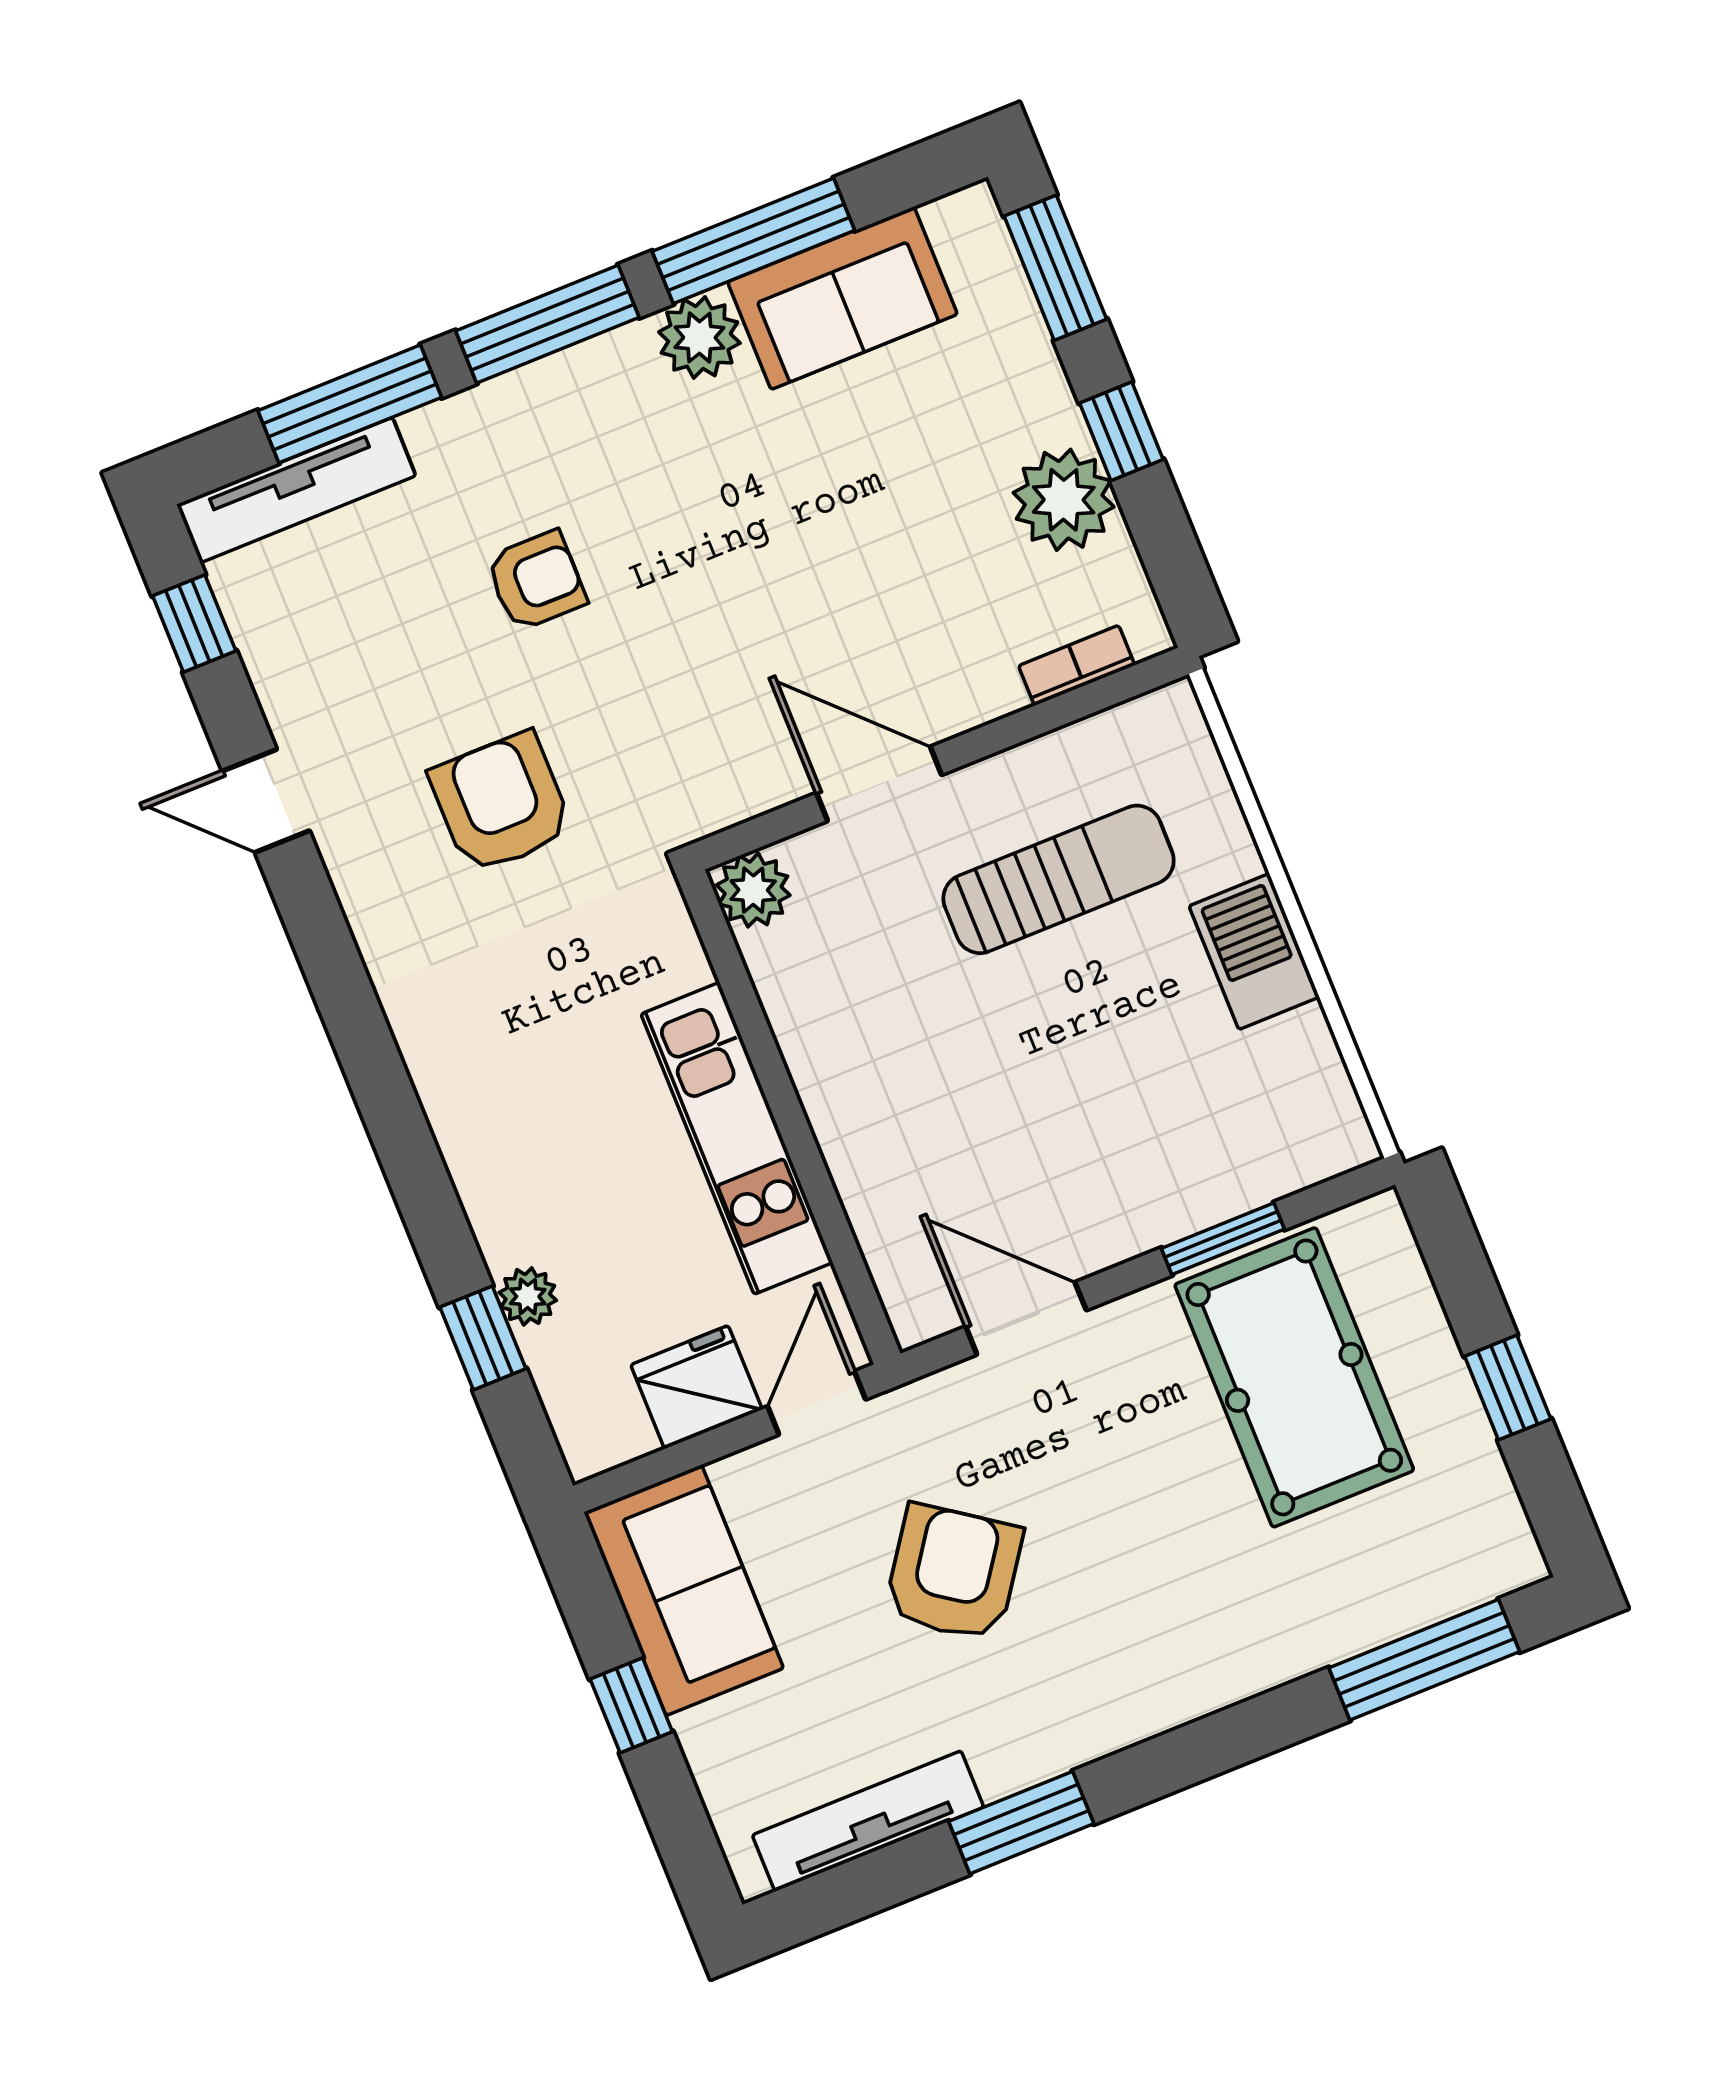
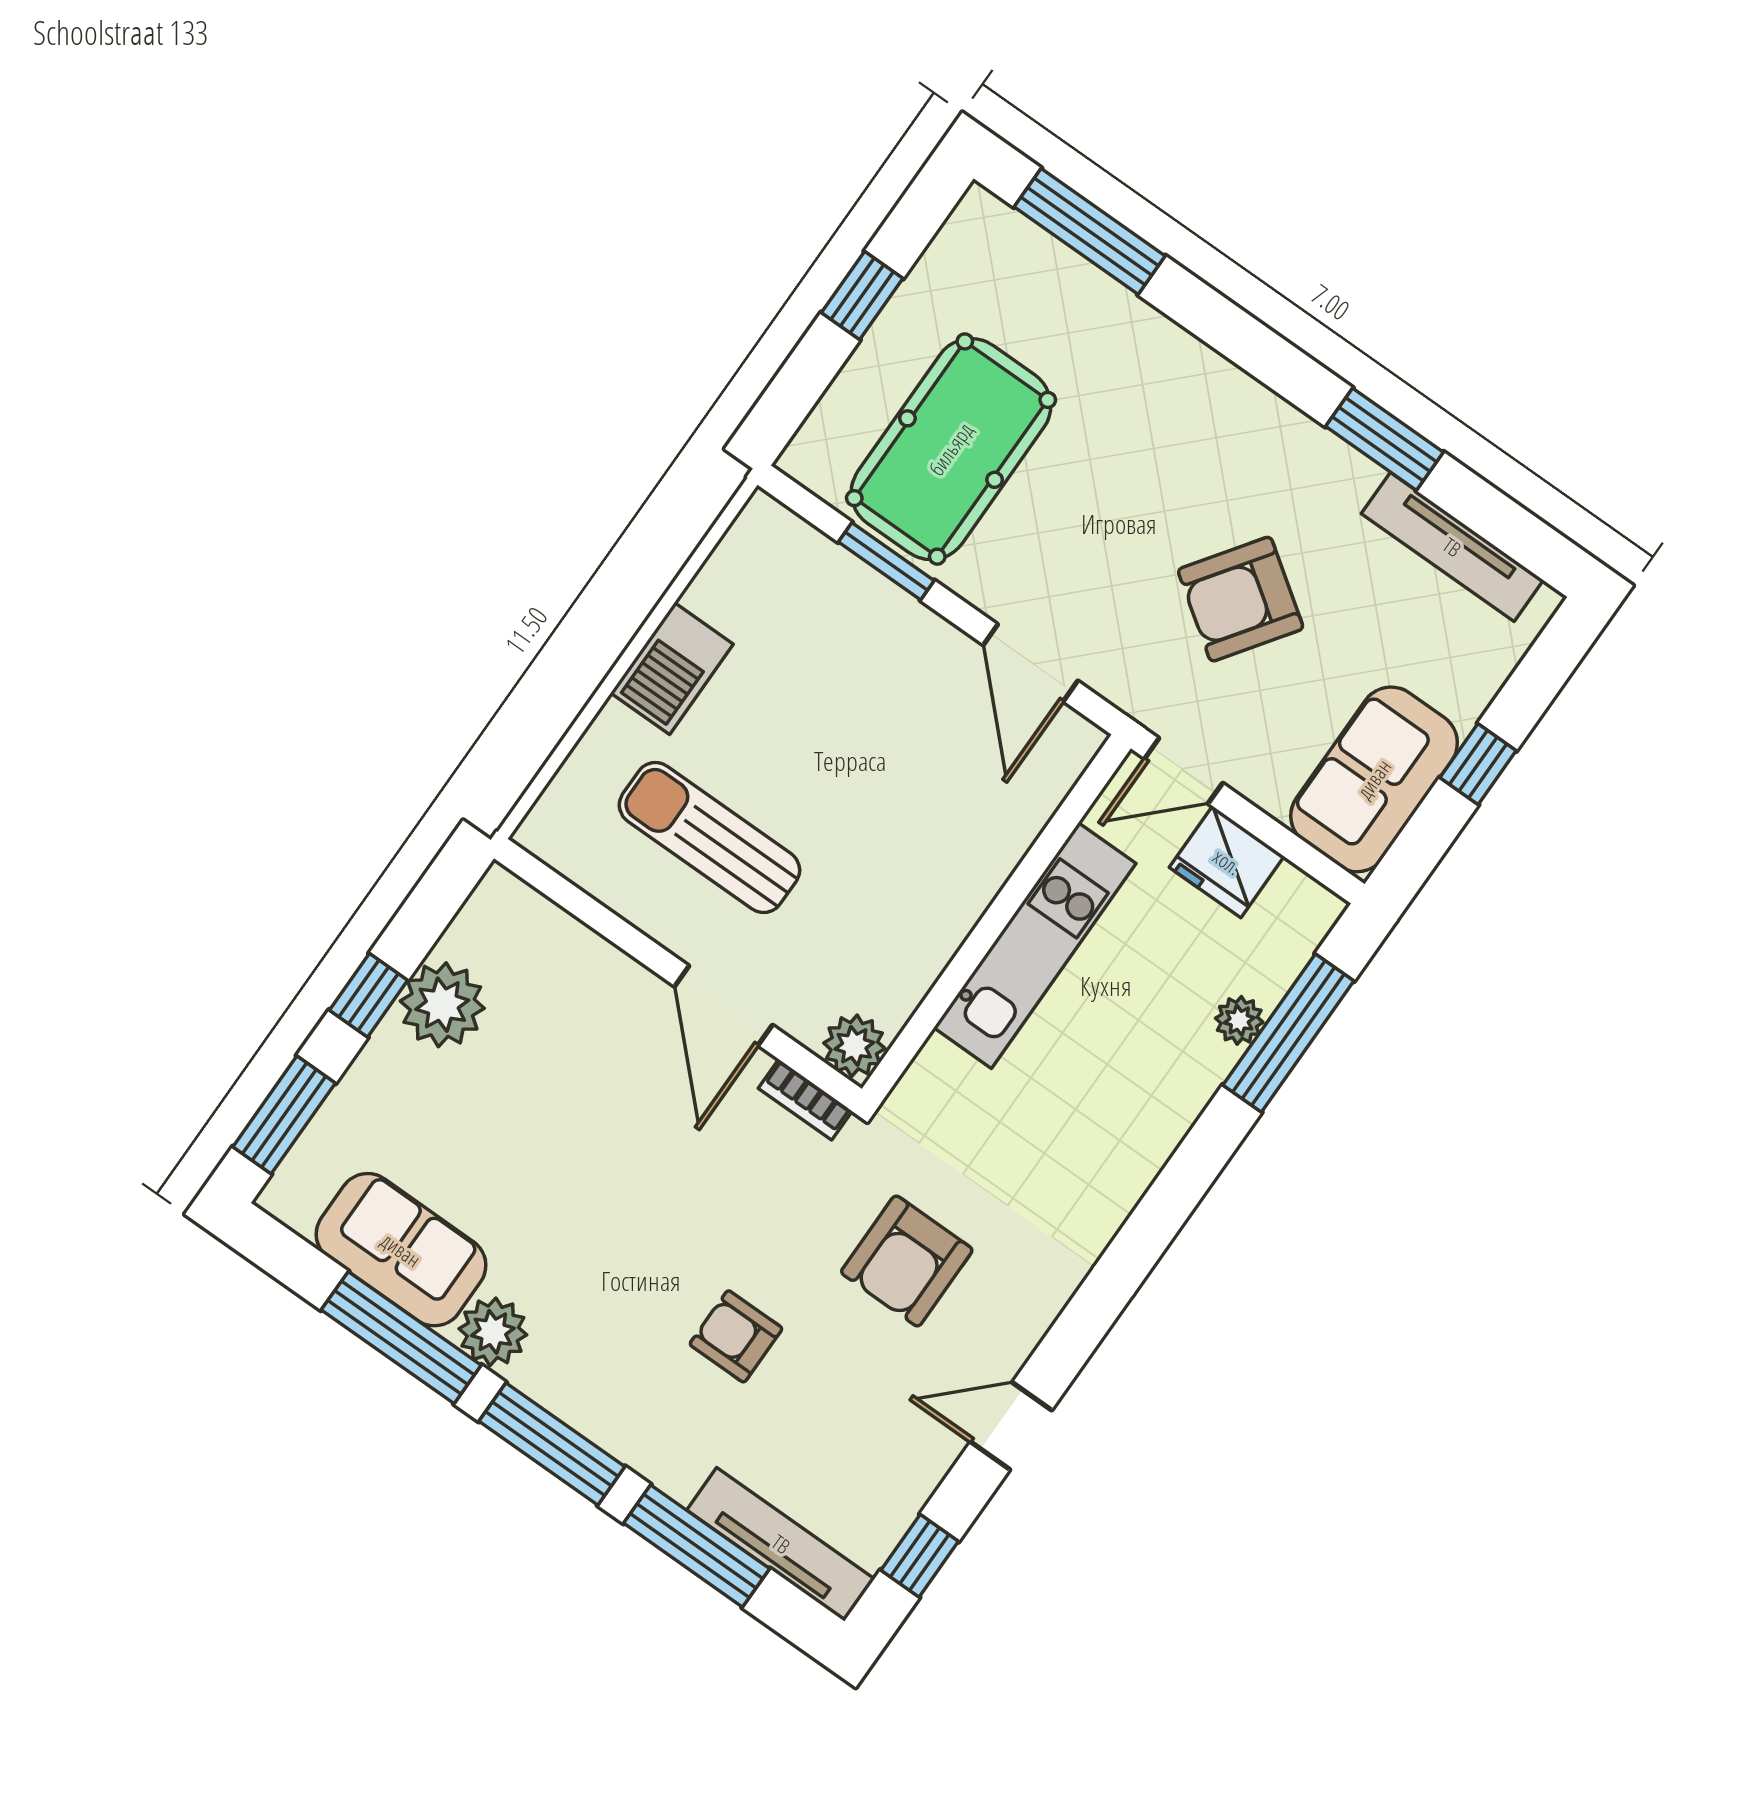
bookcase: (1077, 665) -> (805, 1100), moved
door: (266, 801) -> (1011, 1426), swing flipped
window: (483, 1338) -> (1288, 1033), width x2.17

